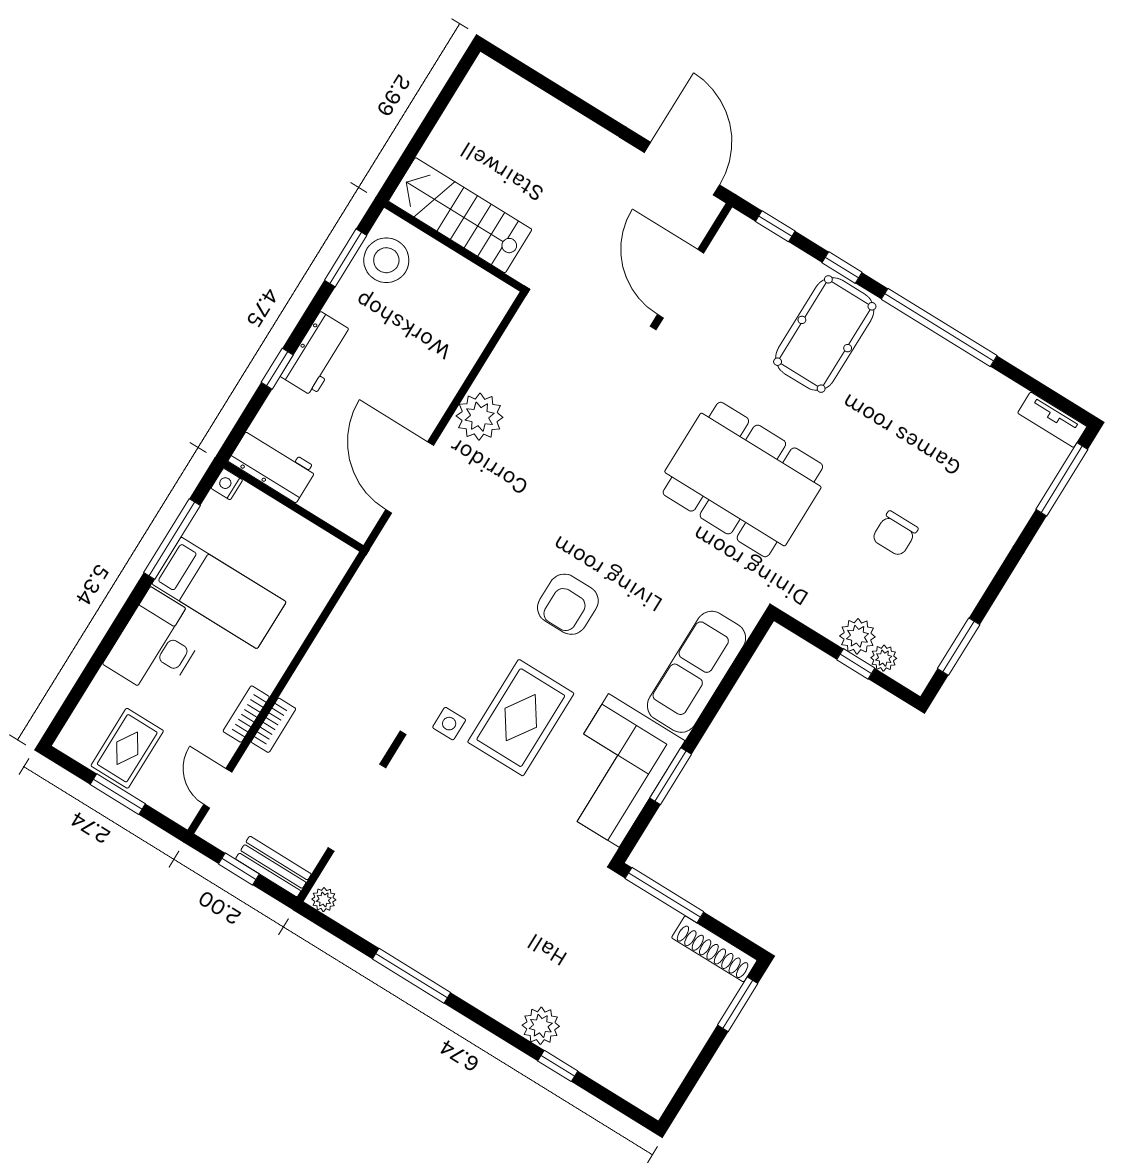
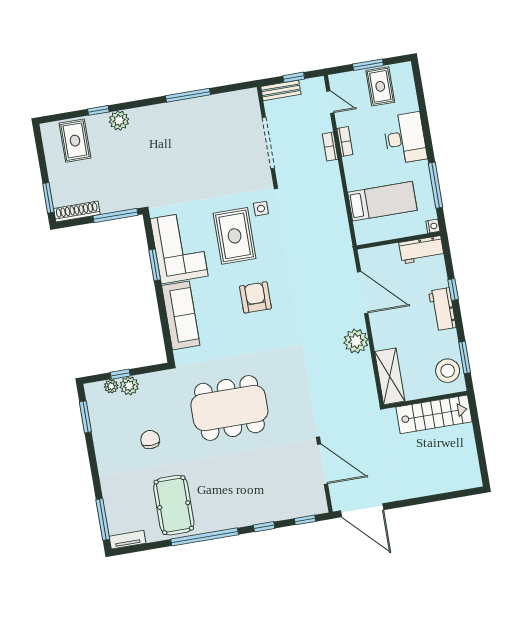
shelving: (475, 324) -> (390, 376), added
pool table: (825, 334) -> (174, 505), moved
bed: (219, 593) -> (382, 201), moved, turned 180
plant: (324, 900) -> (249, 95), removed
rug: (629, 1052) -> (75, 141), added

